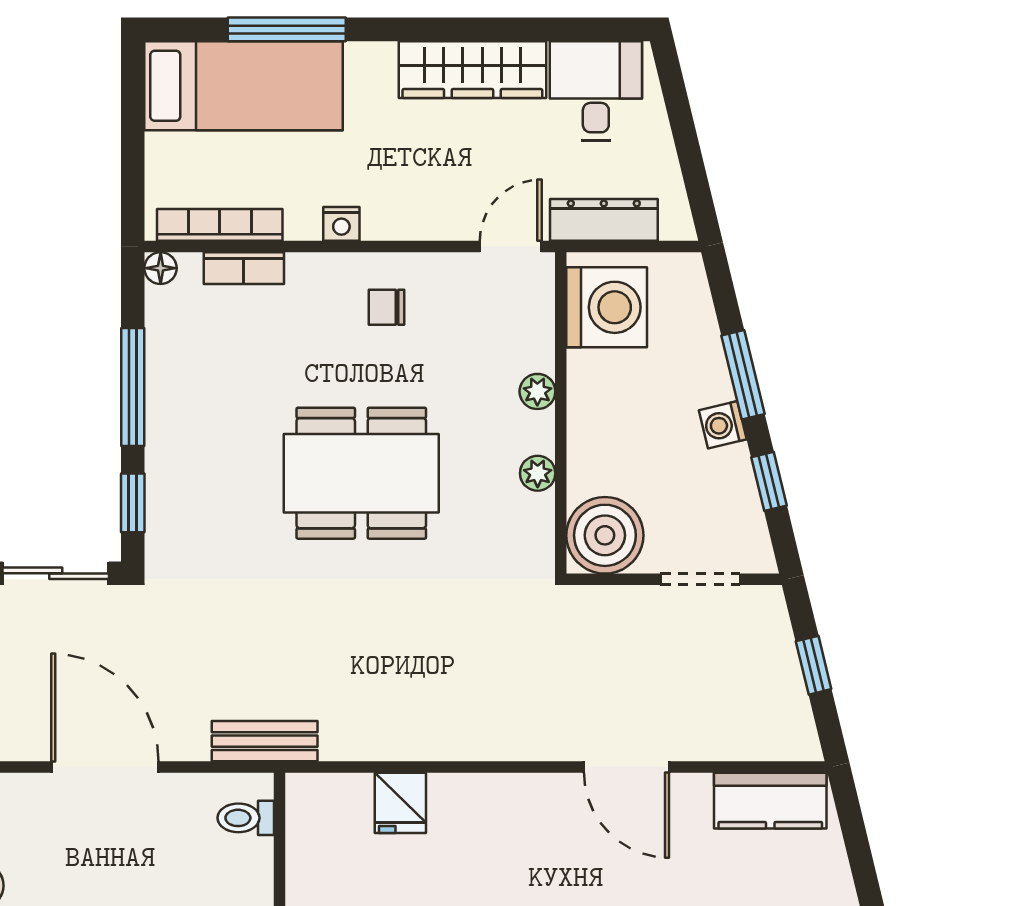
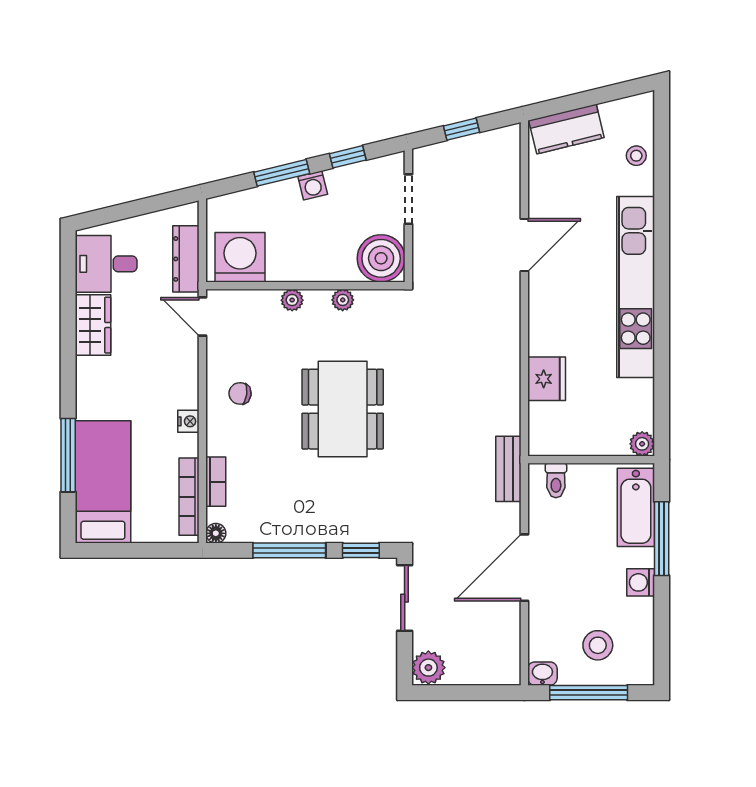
wardrobe: (472, 70) -> (93, 325), width x0.67
chair: (386, 307) -> (240, 393), turned 97
kitchen counter: (770, 801) -> (566, 129), moved, turned 76
fridge: (400, 803) -> (547, 379), width x1.38

